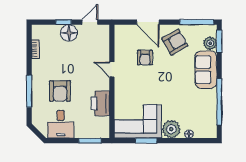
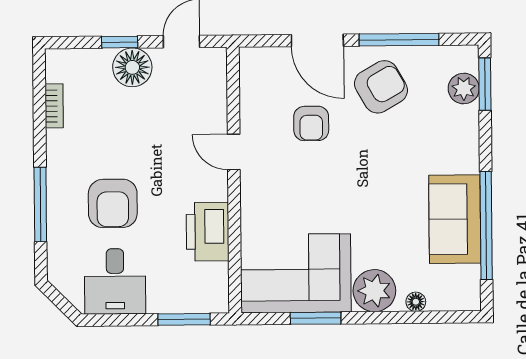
window: (197, 22) -> (399, 40), moved
sofa: (206, 70) -> (455, 219), moved

